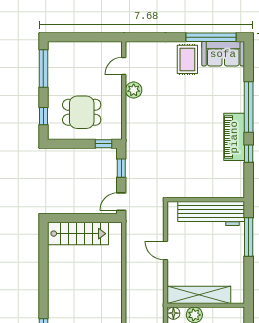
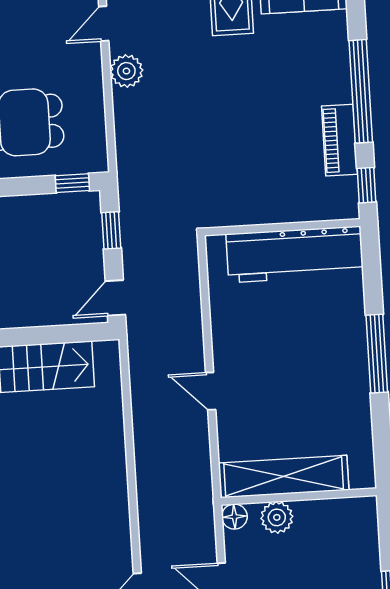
piano: (234, 137) -> (340, 140), width x0.73, depth x0.75
wall: (206, 200) -> (282, 227), moved
workbench: (211, 213) -> (295, 254), moved

